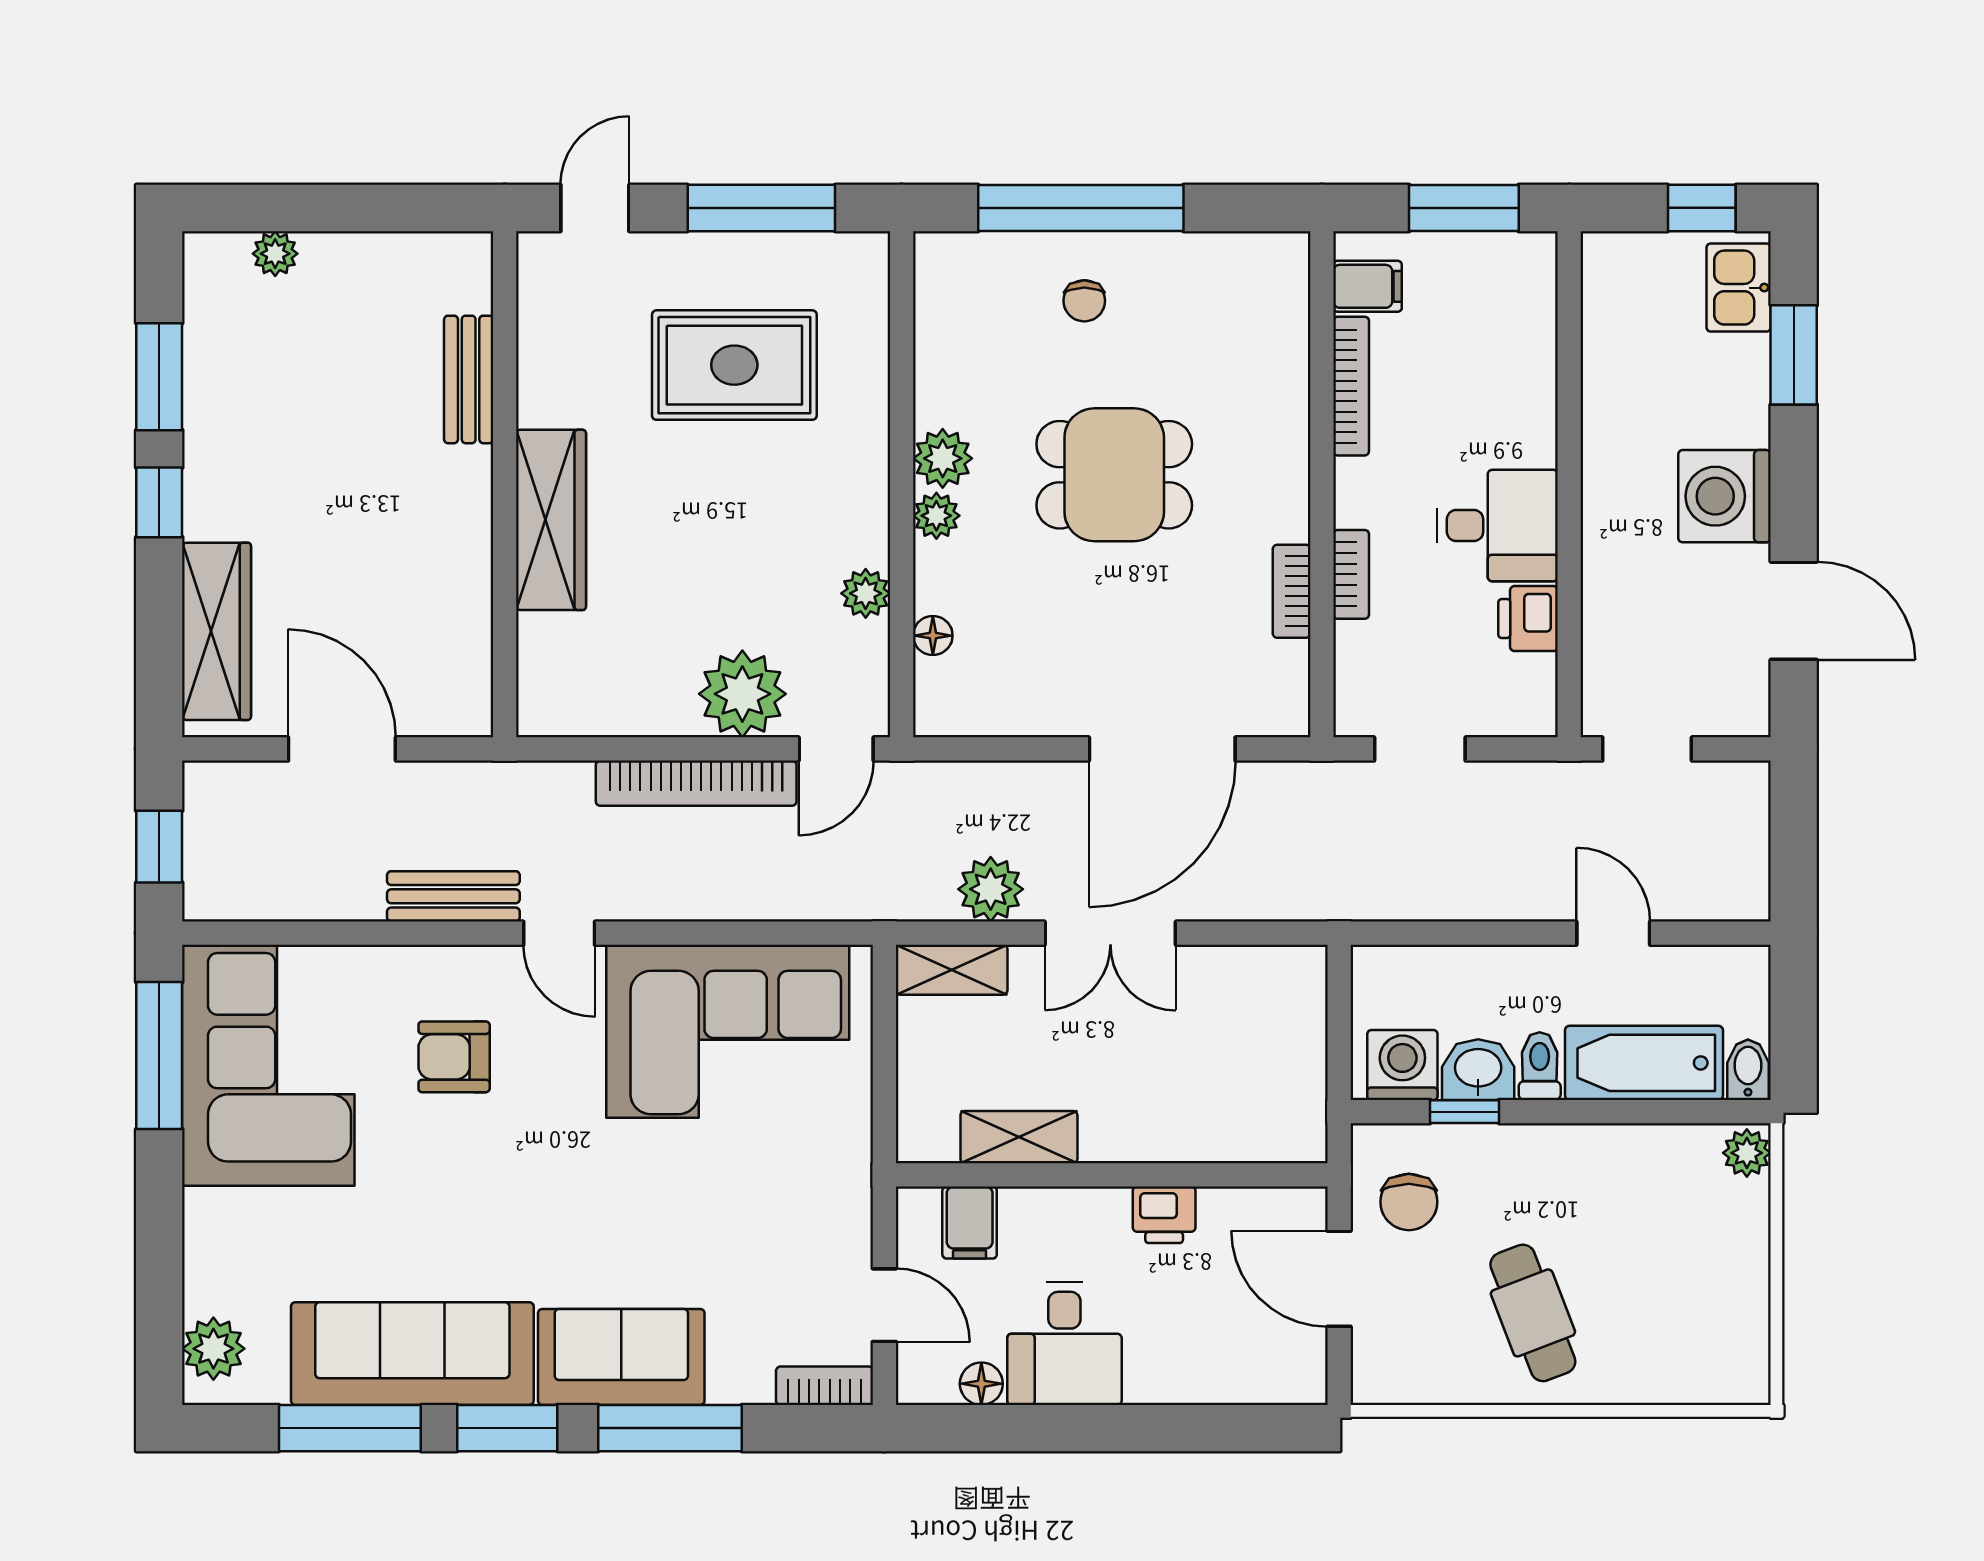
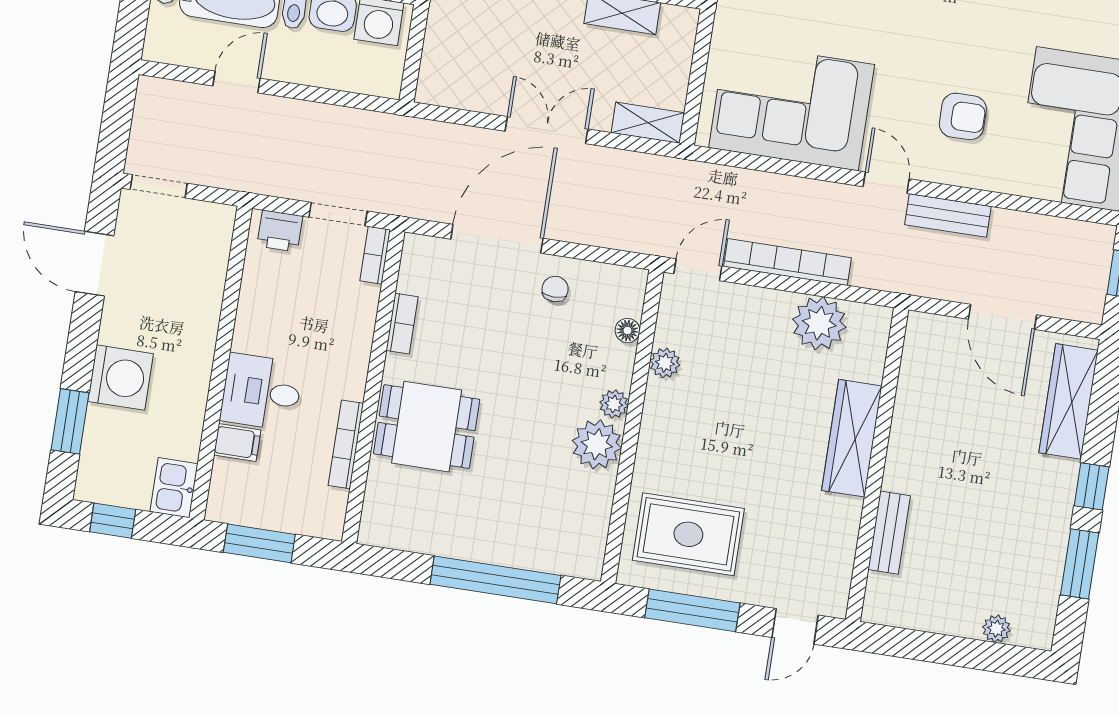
filing cabinet: (1368, 286) -> (237, 443), moved, turned 180
kitchen sink: (1739, 288) -> (174, 488), moved, turned 180
chair: (1084, 301) -> (555, 289), moved
rug: (734, 365) -> (688, 534), moved
plant: (943, 458) -> (597, 444), width x1.36, depth x1.36
dining table: (1114, 475) -> (427, 427), moved
washing machine: (1724, 496) -> (120, 378), moved
desk: (1498, 526) -> (261, 392), moved
bookcase: (1351, 574) -> (375, 255), moved
printer: (1528, 619) -> (280, 231), moved, turned 90
plant: (742, 694) -> (819, 323), moved
doorway: (1647, 749) -> (159, 186), moved
plant: (991, 889) -> (616, 169), removed
door: (1613, 933) -> (236, 82), swing flipped

